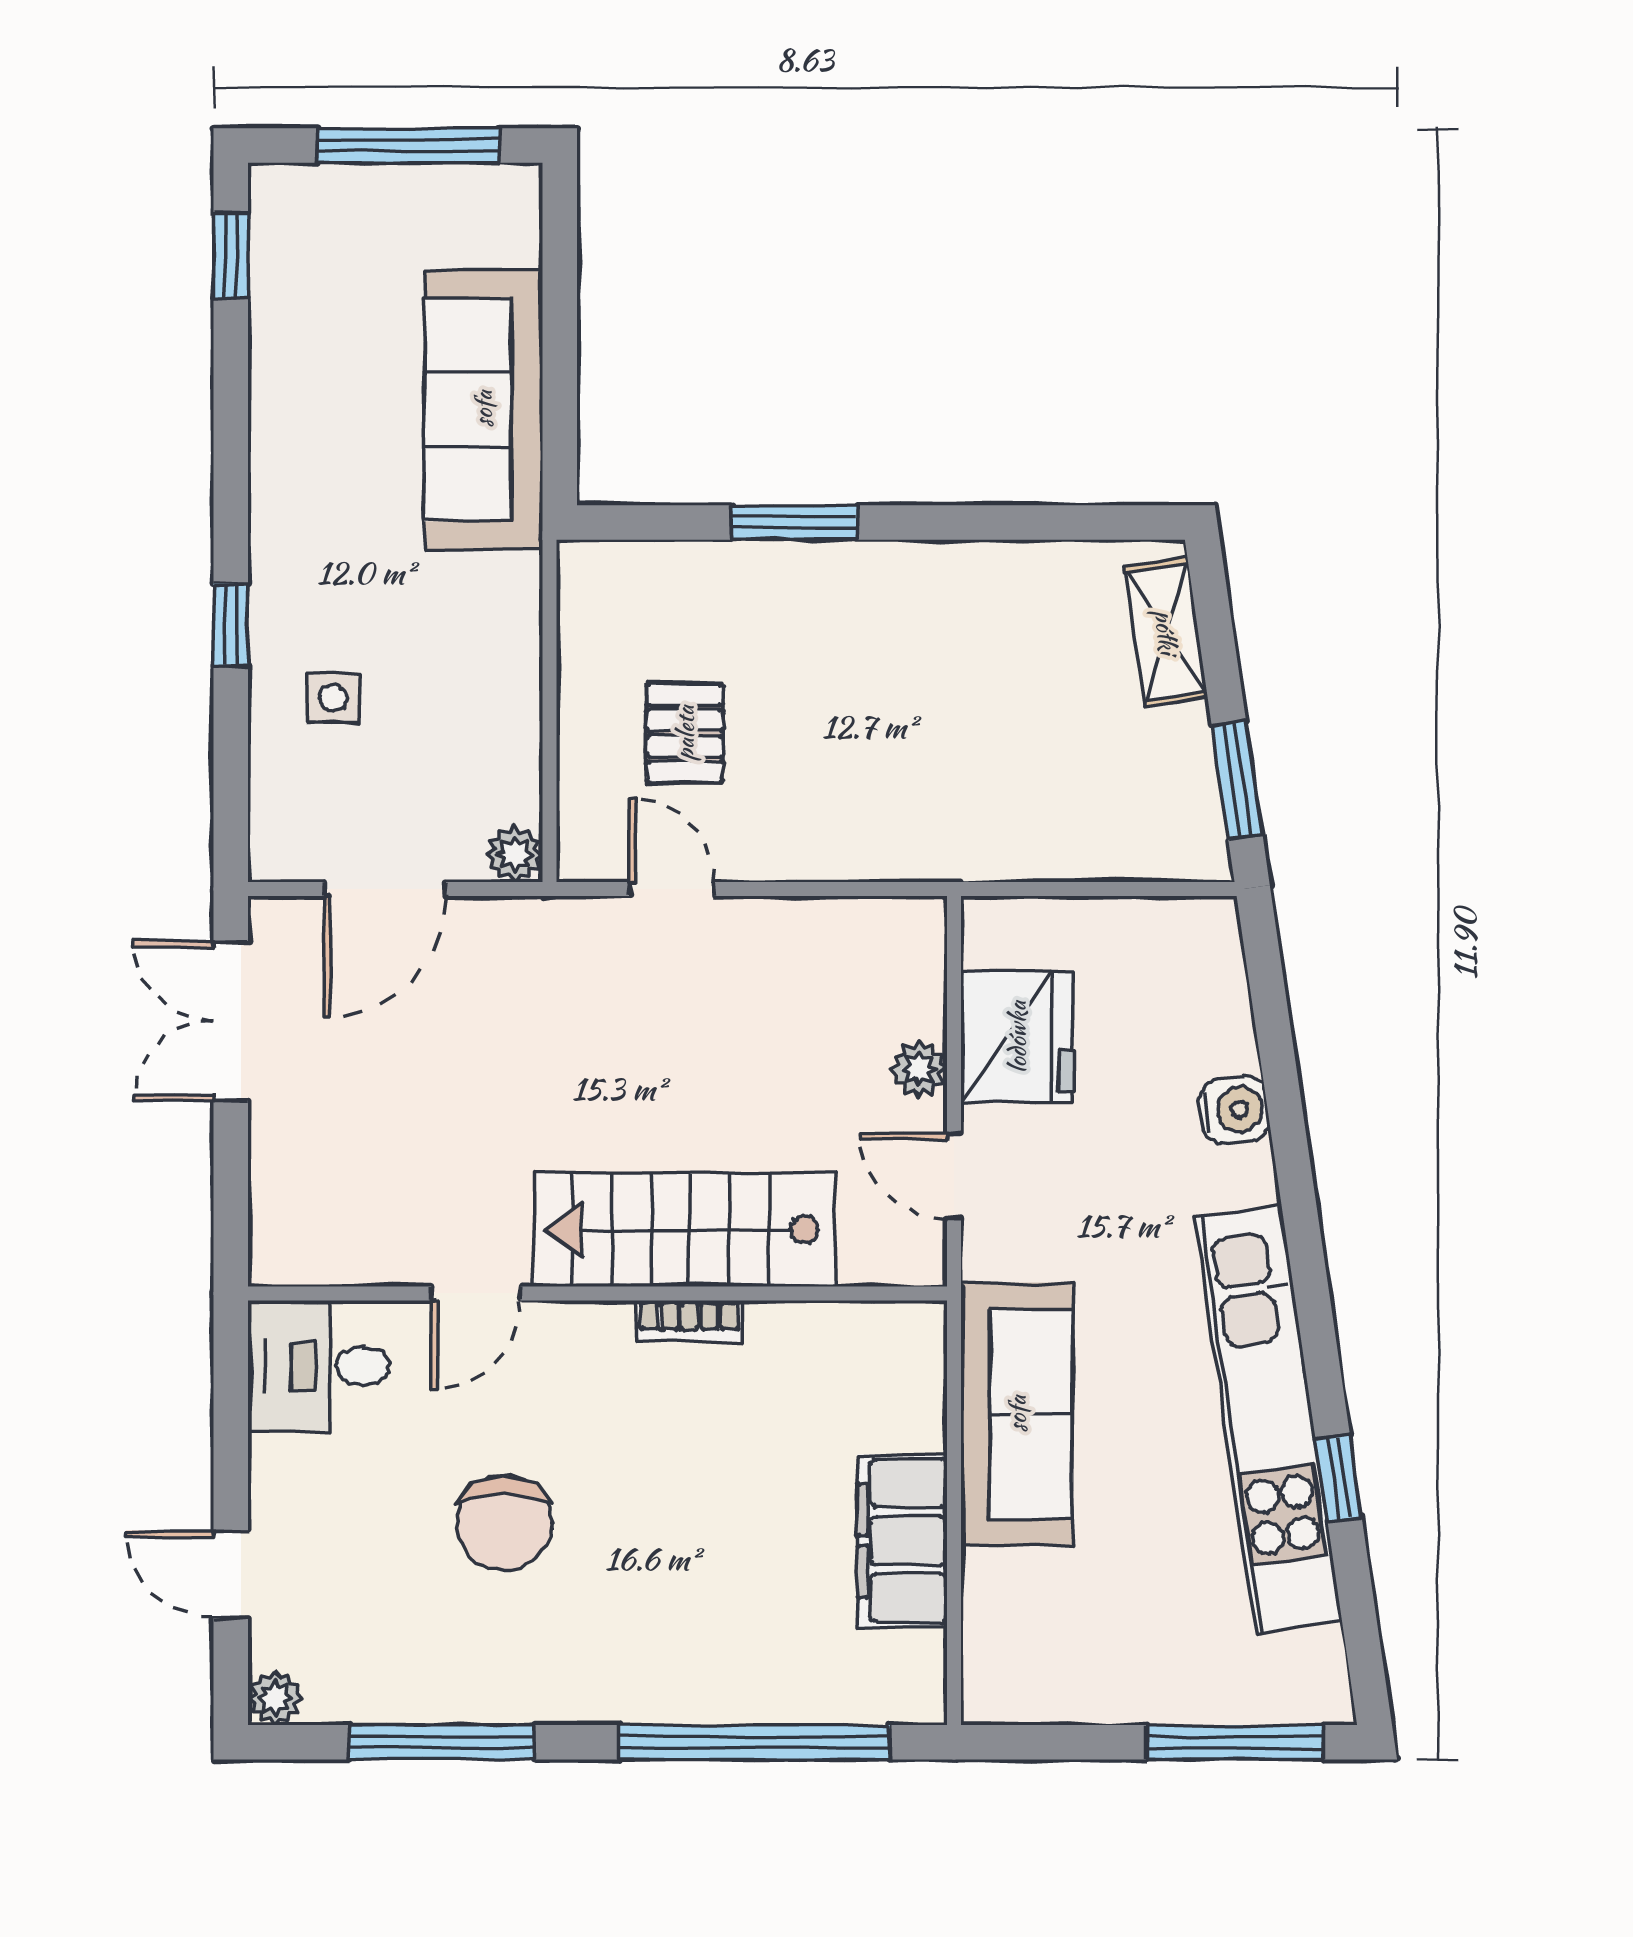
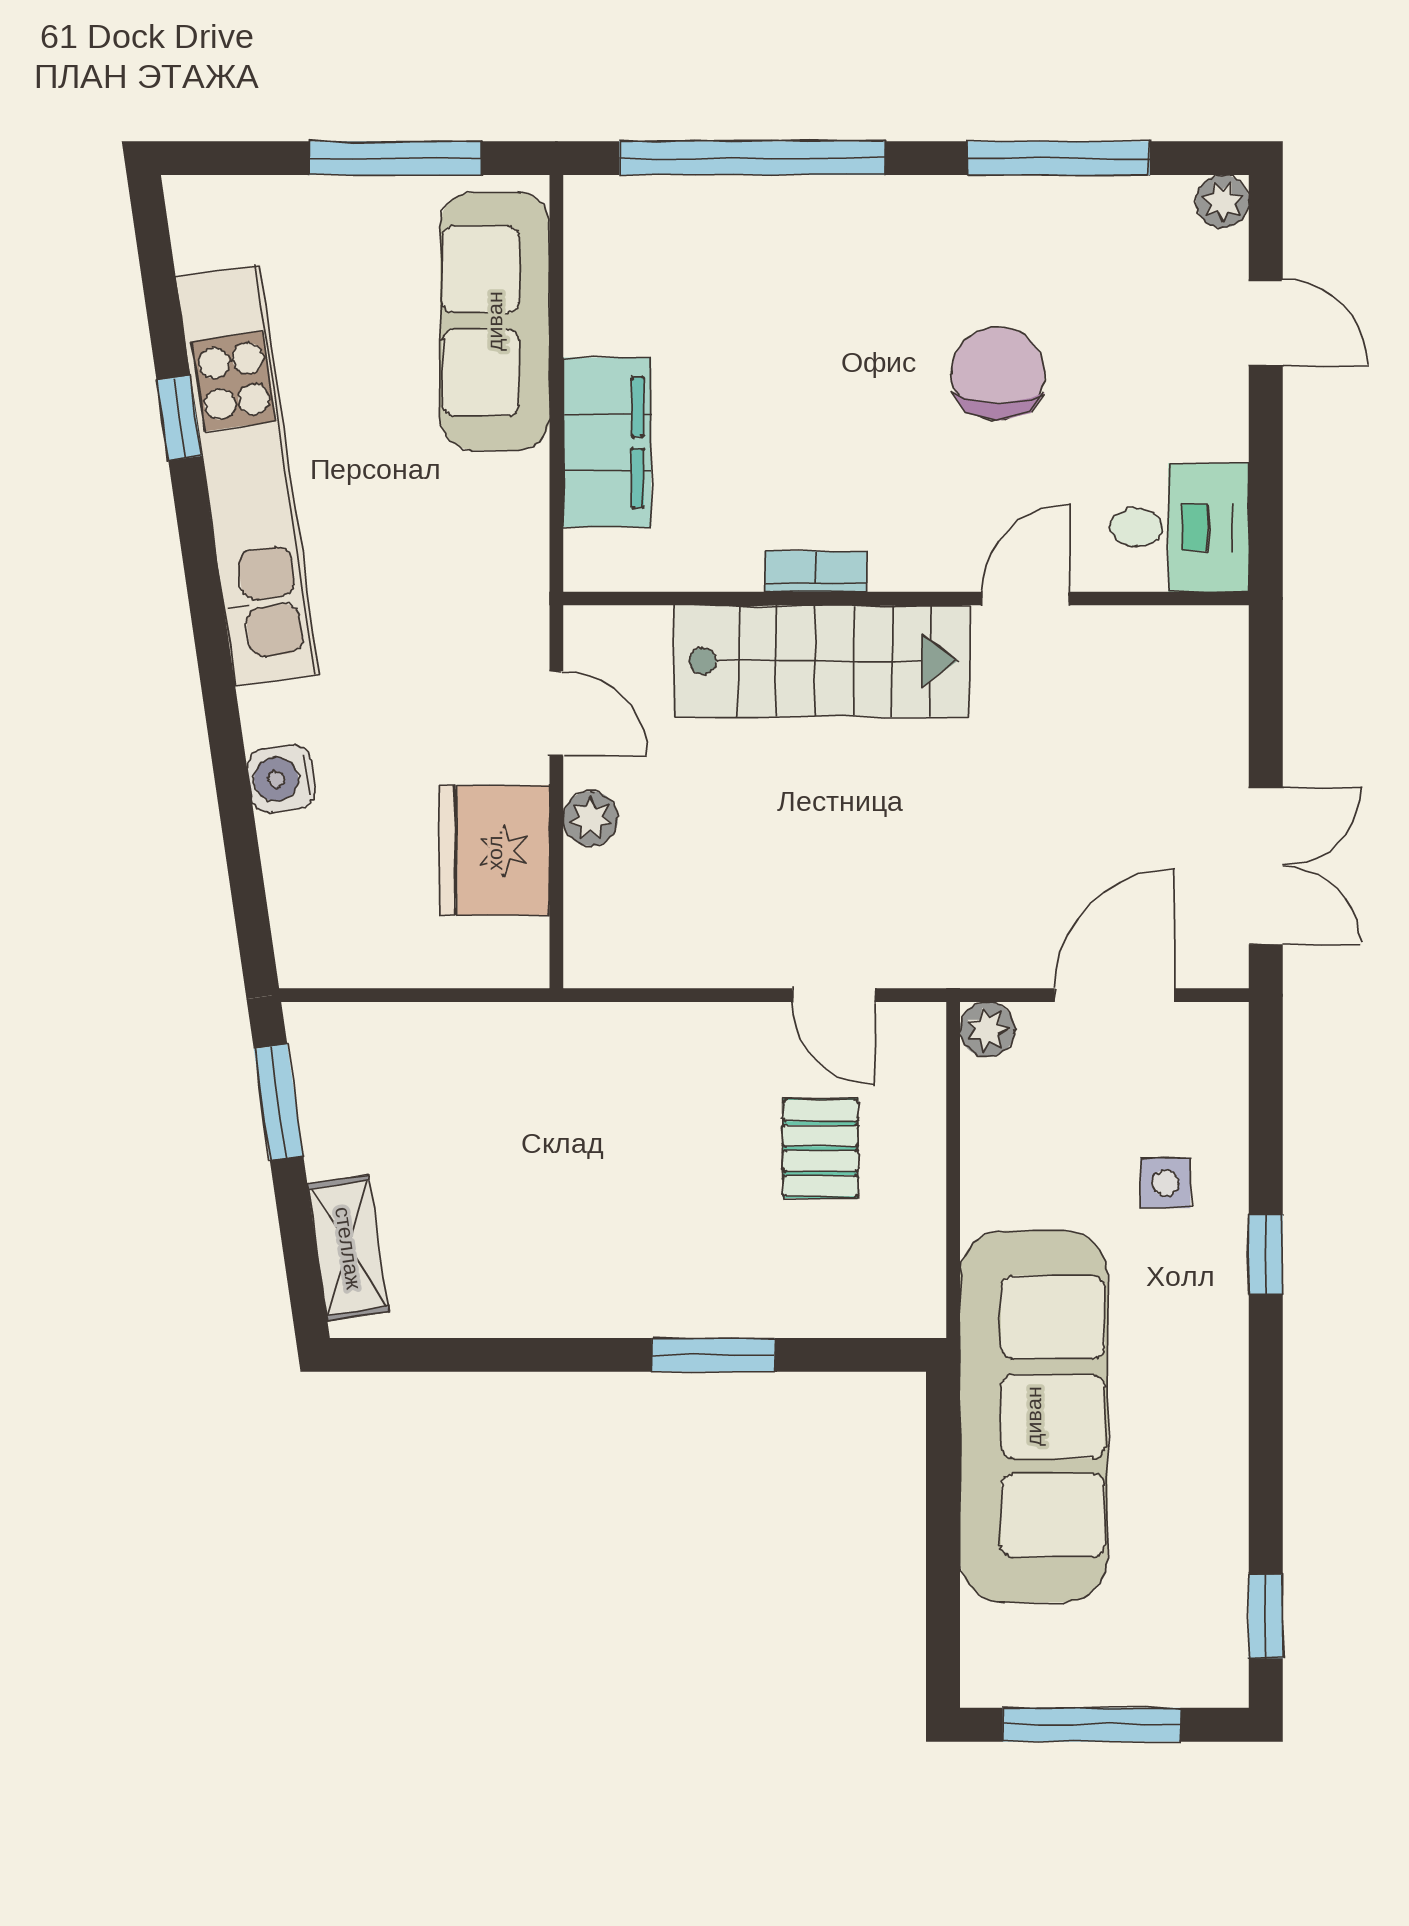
sofa: (483, 409) -> (1034, 1416), width x1.36, depth x1.27
sofa: (1017, 1414) -> (495, 321), moved
filing cabinet: (902, 1541) -> (607, 442), moved
window: (1235, 1742) -> (395, 158), moved

